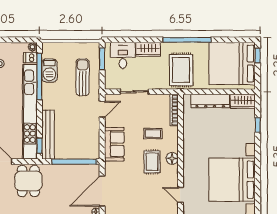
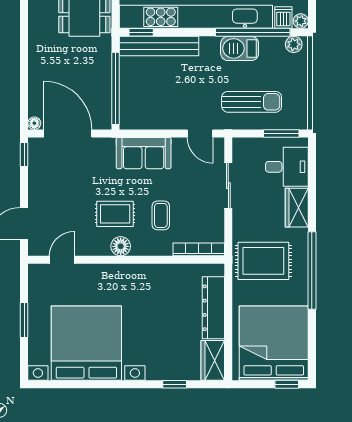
plant: (47, 51) -> (294, 44), added
barbecue: (49, 71) -> (240, 48), moved

